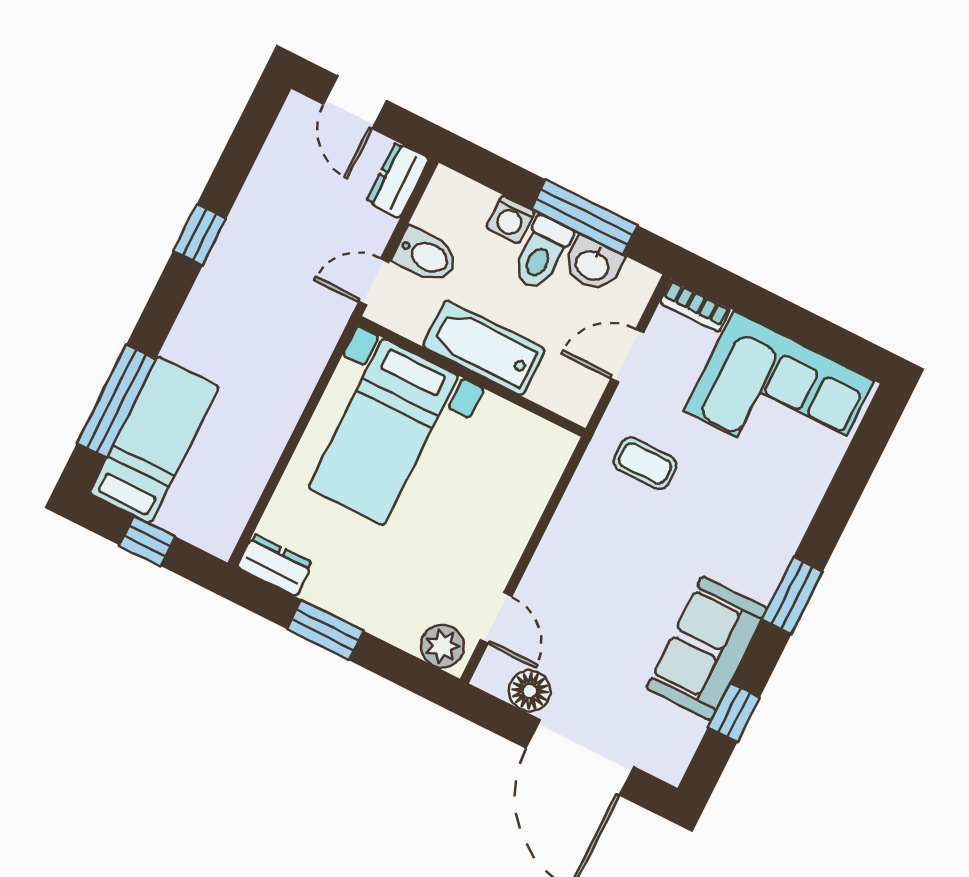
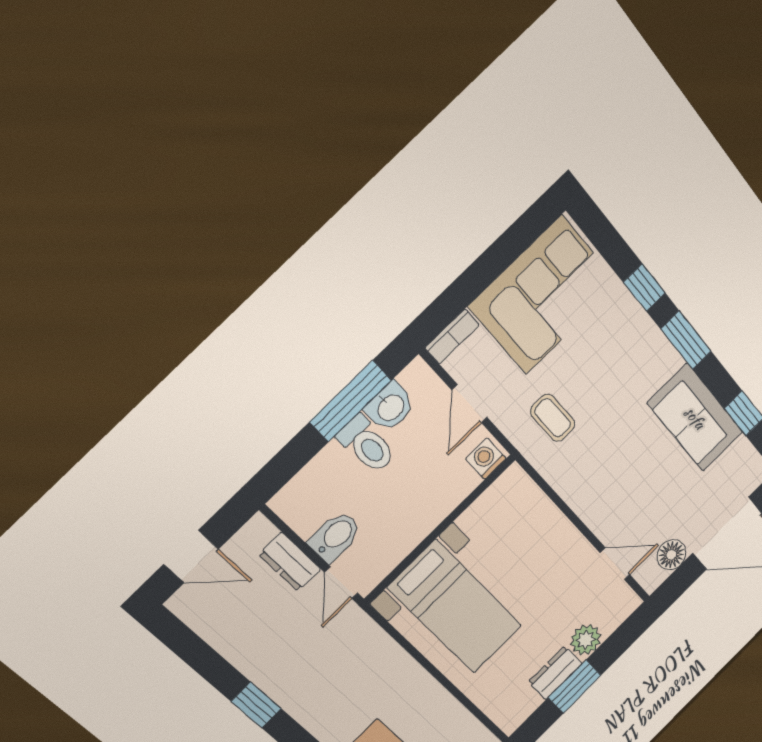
dresser: (398, 180) -> (290, 562), moved
washing machine: (511, 219) -> (486, 459), moved, turned 180
bathtub: (484, 348) -> (422, 513), removed
coffee table: (645, 463) -> (553, 418), turned 90
window: (832, 516) -> (644, 288), added
dresser: (275, 565) -> (555, 673), moved
plant: (442, 646) -> (586, 640), moved

